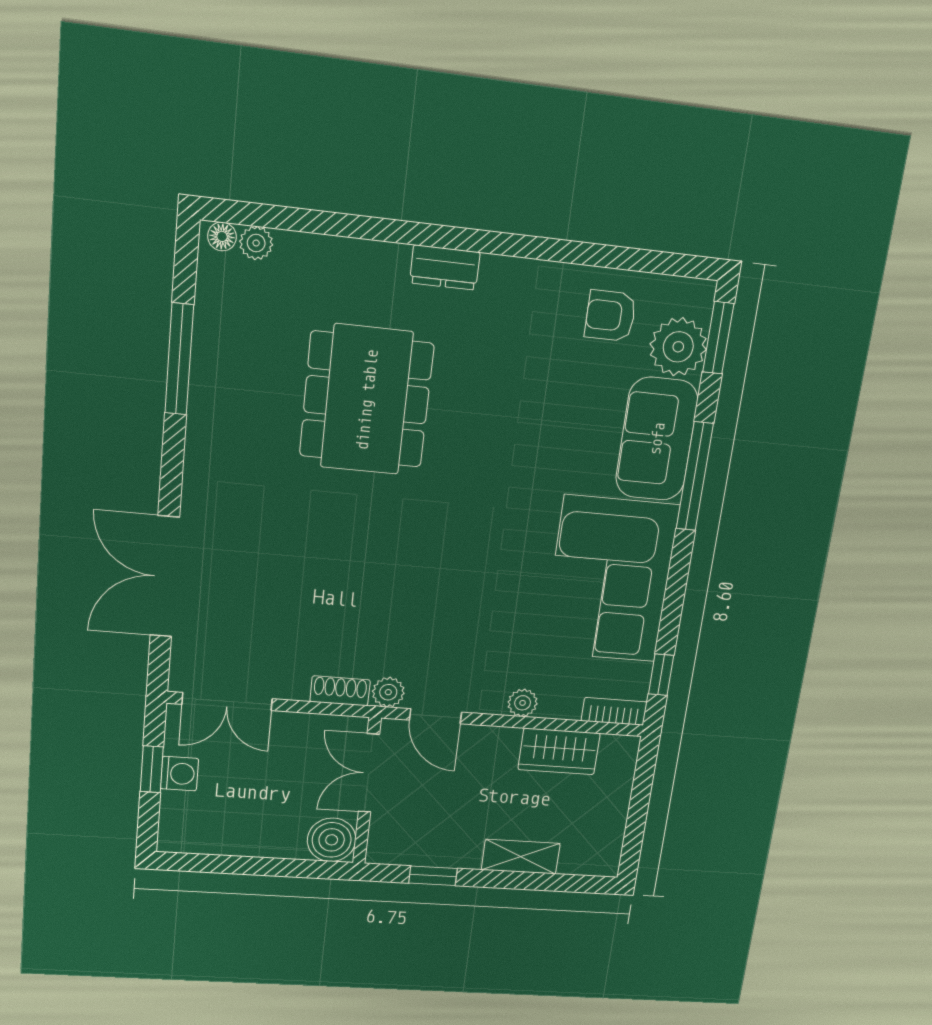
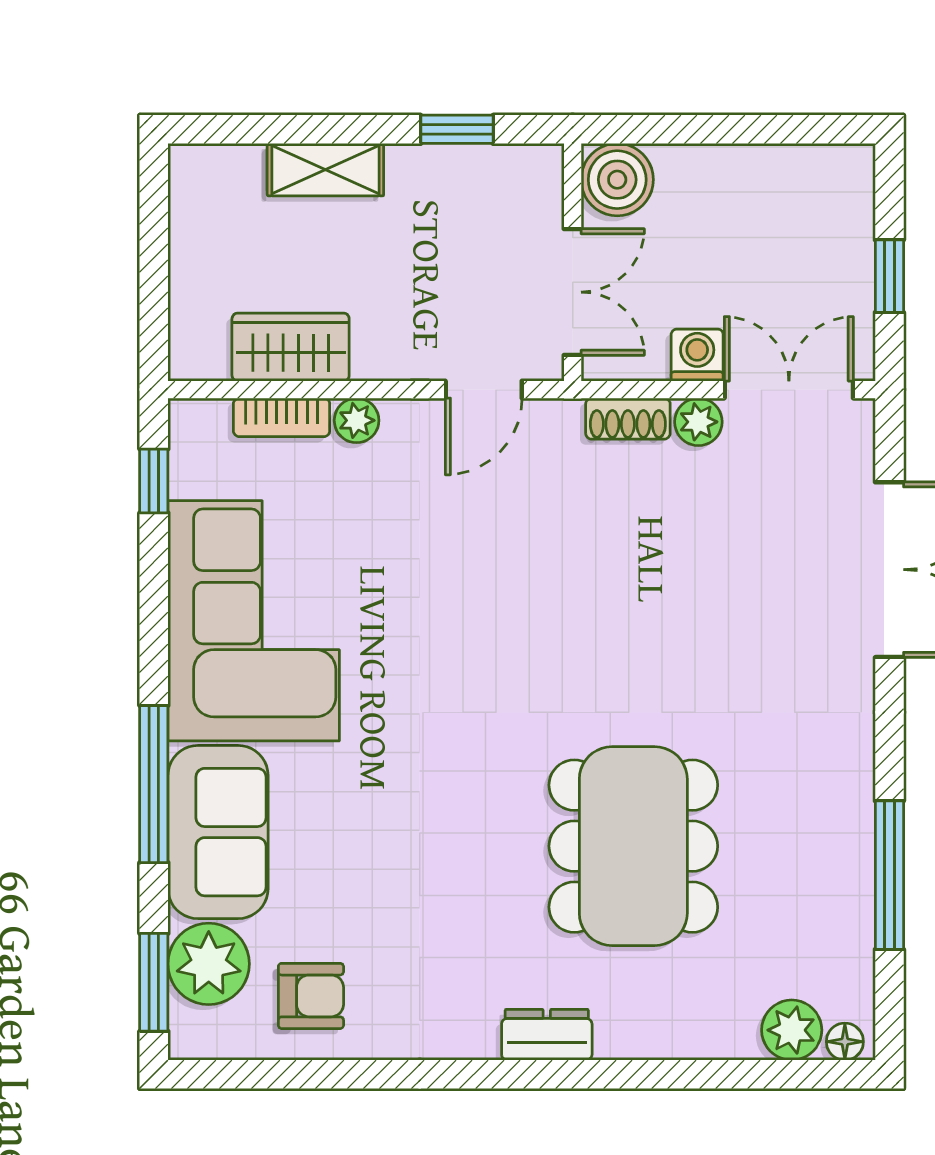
plant: (256, 243) -> (792, 1030), width x1.38, depth x1.38
plant: (388, 692) -> (698, 422), moved
bookcase: (614, 711) -> (282, 417), moved
door: (436, 716) -> (484, 390), swing flipped
washing machine: (179, 774) -> (697, 355), moved, turned 90

